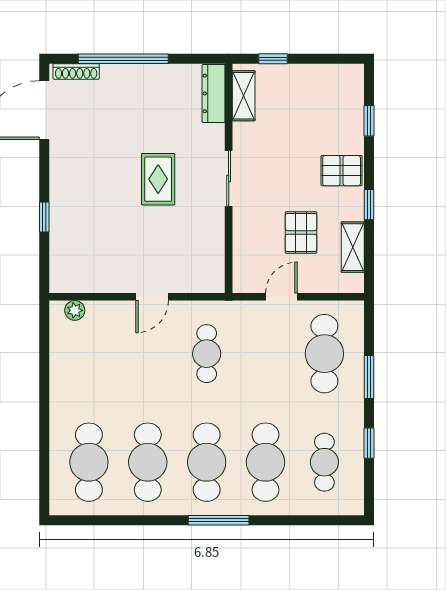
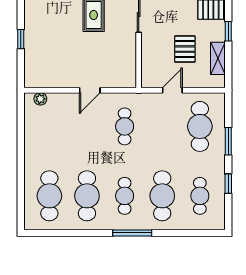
cafe table: (207, 462) -> (125, 196), width x0.73, depth x0.74

